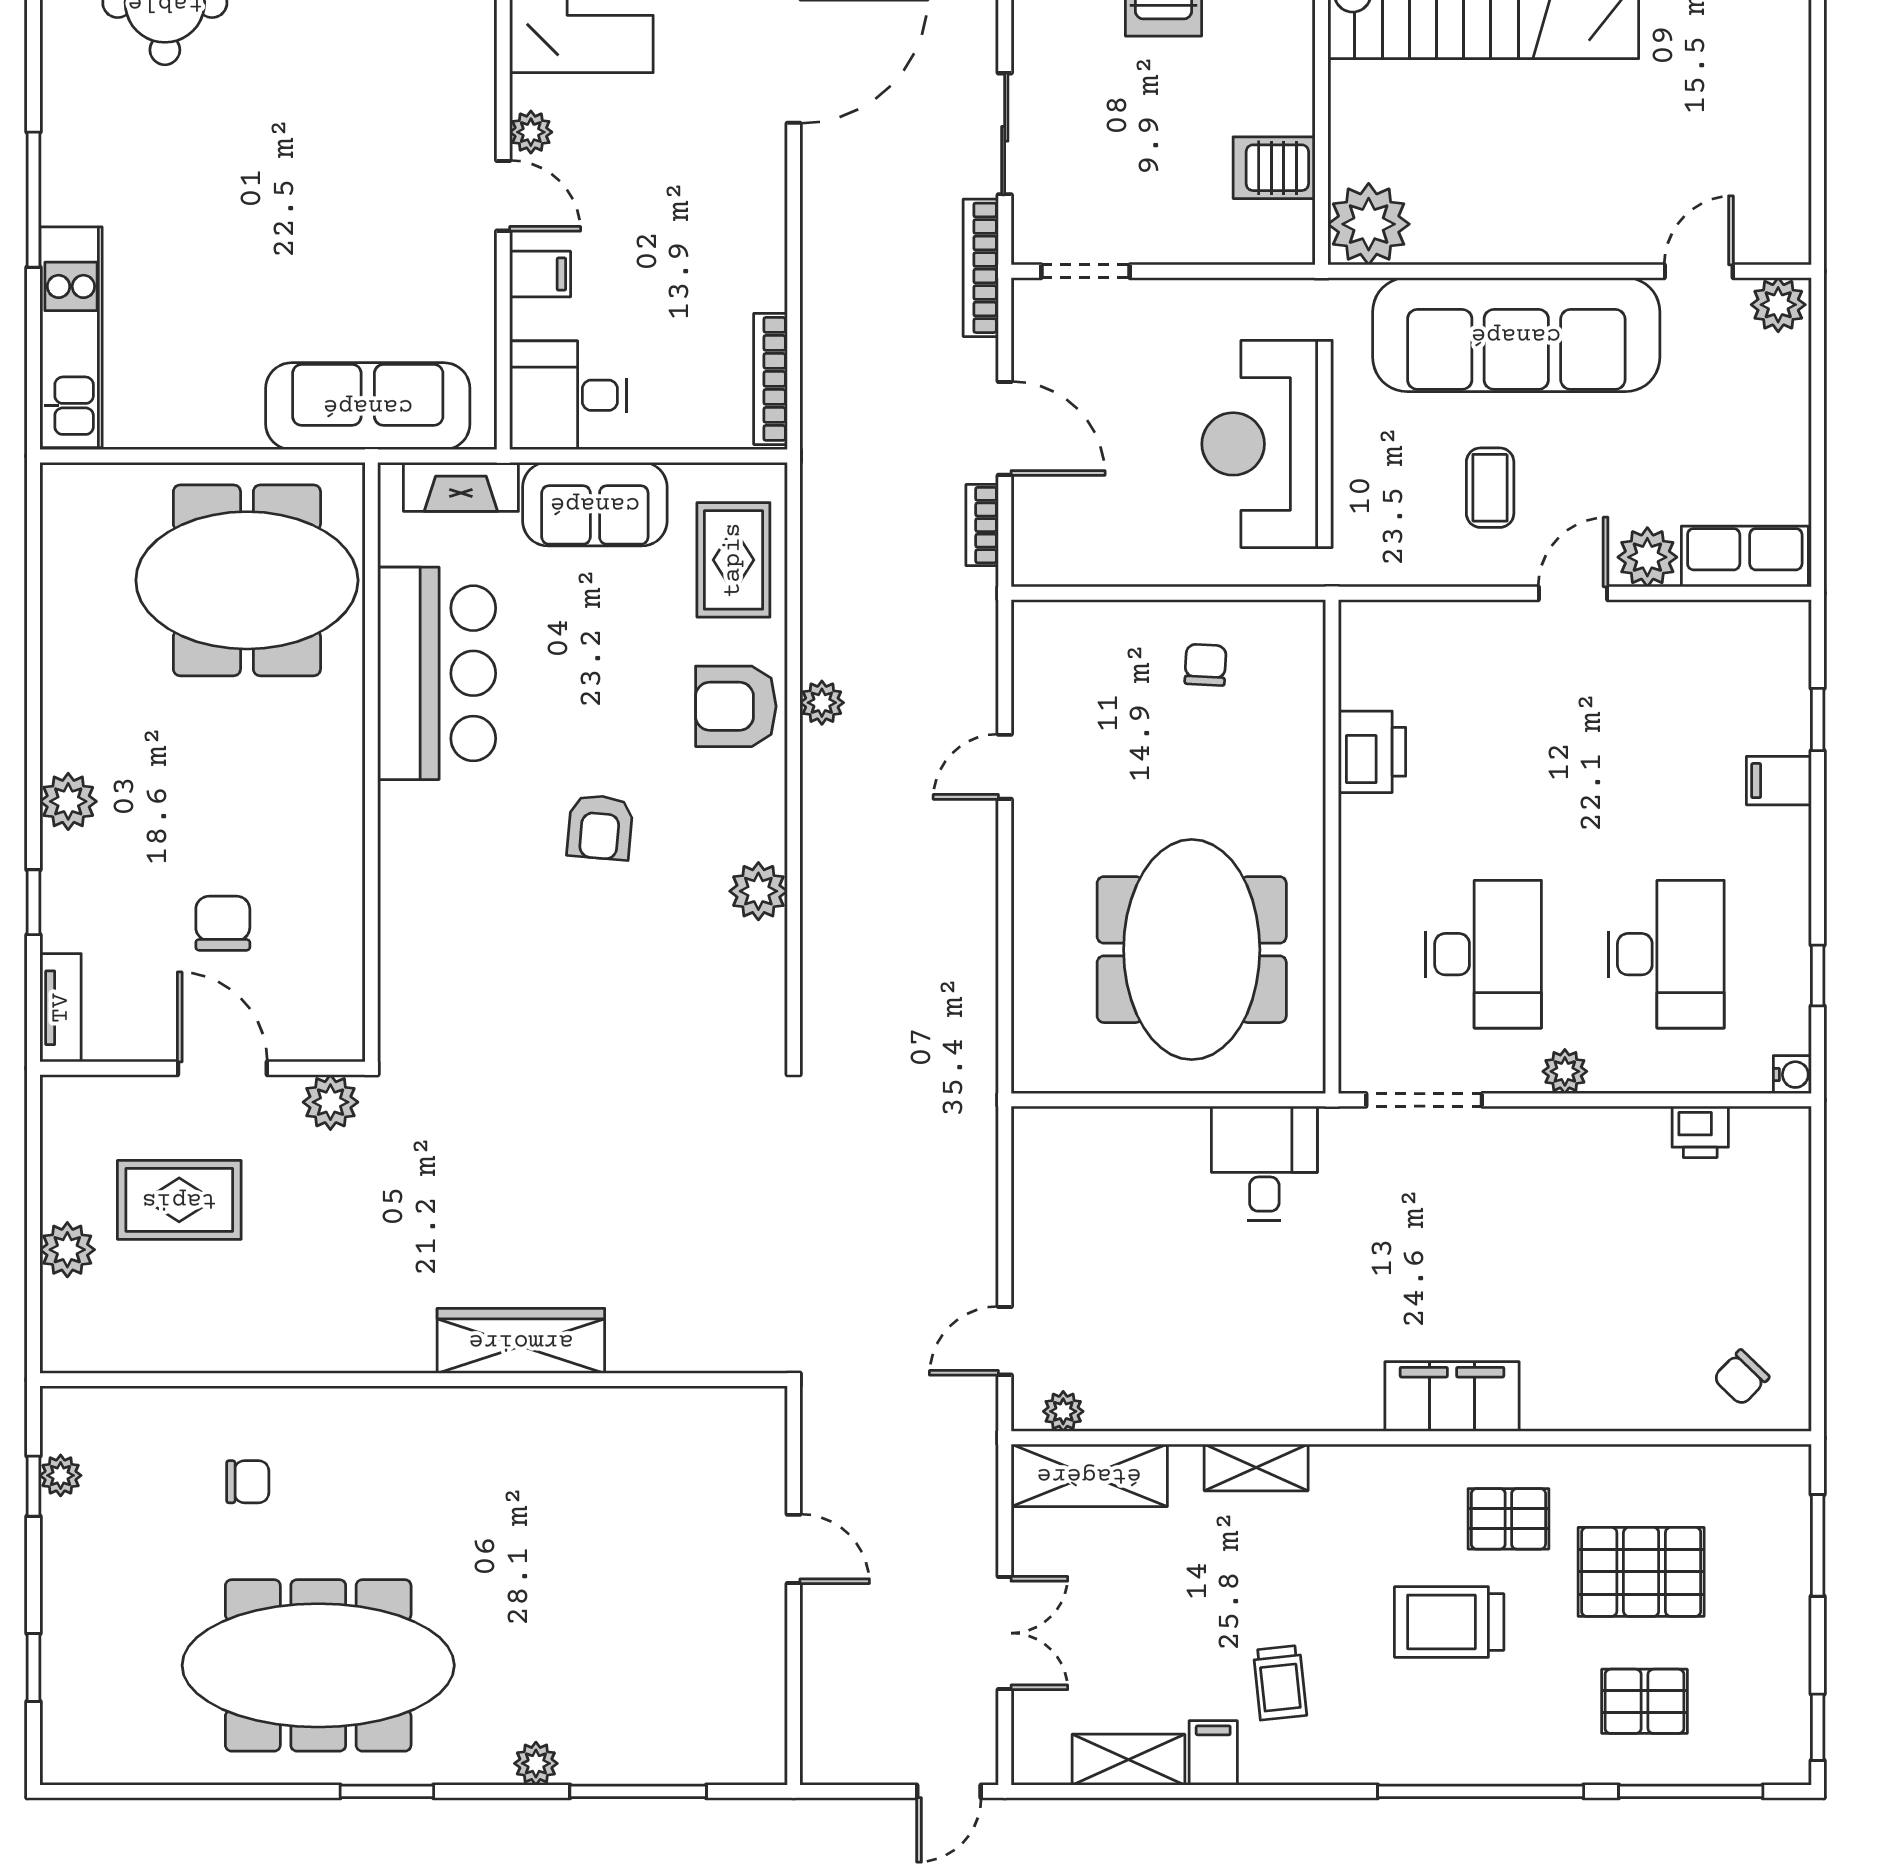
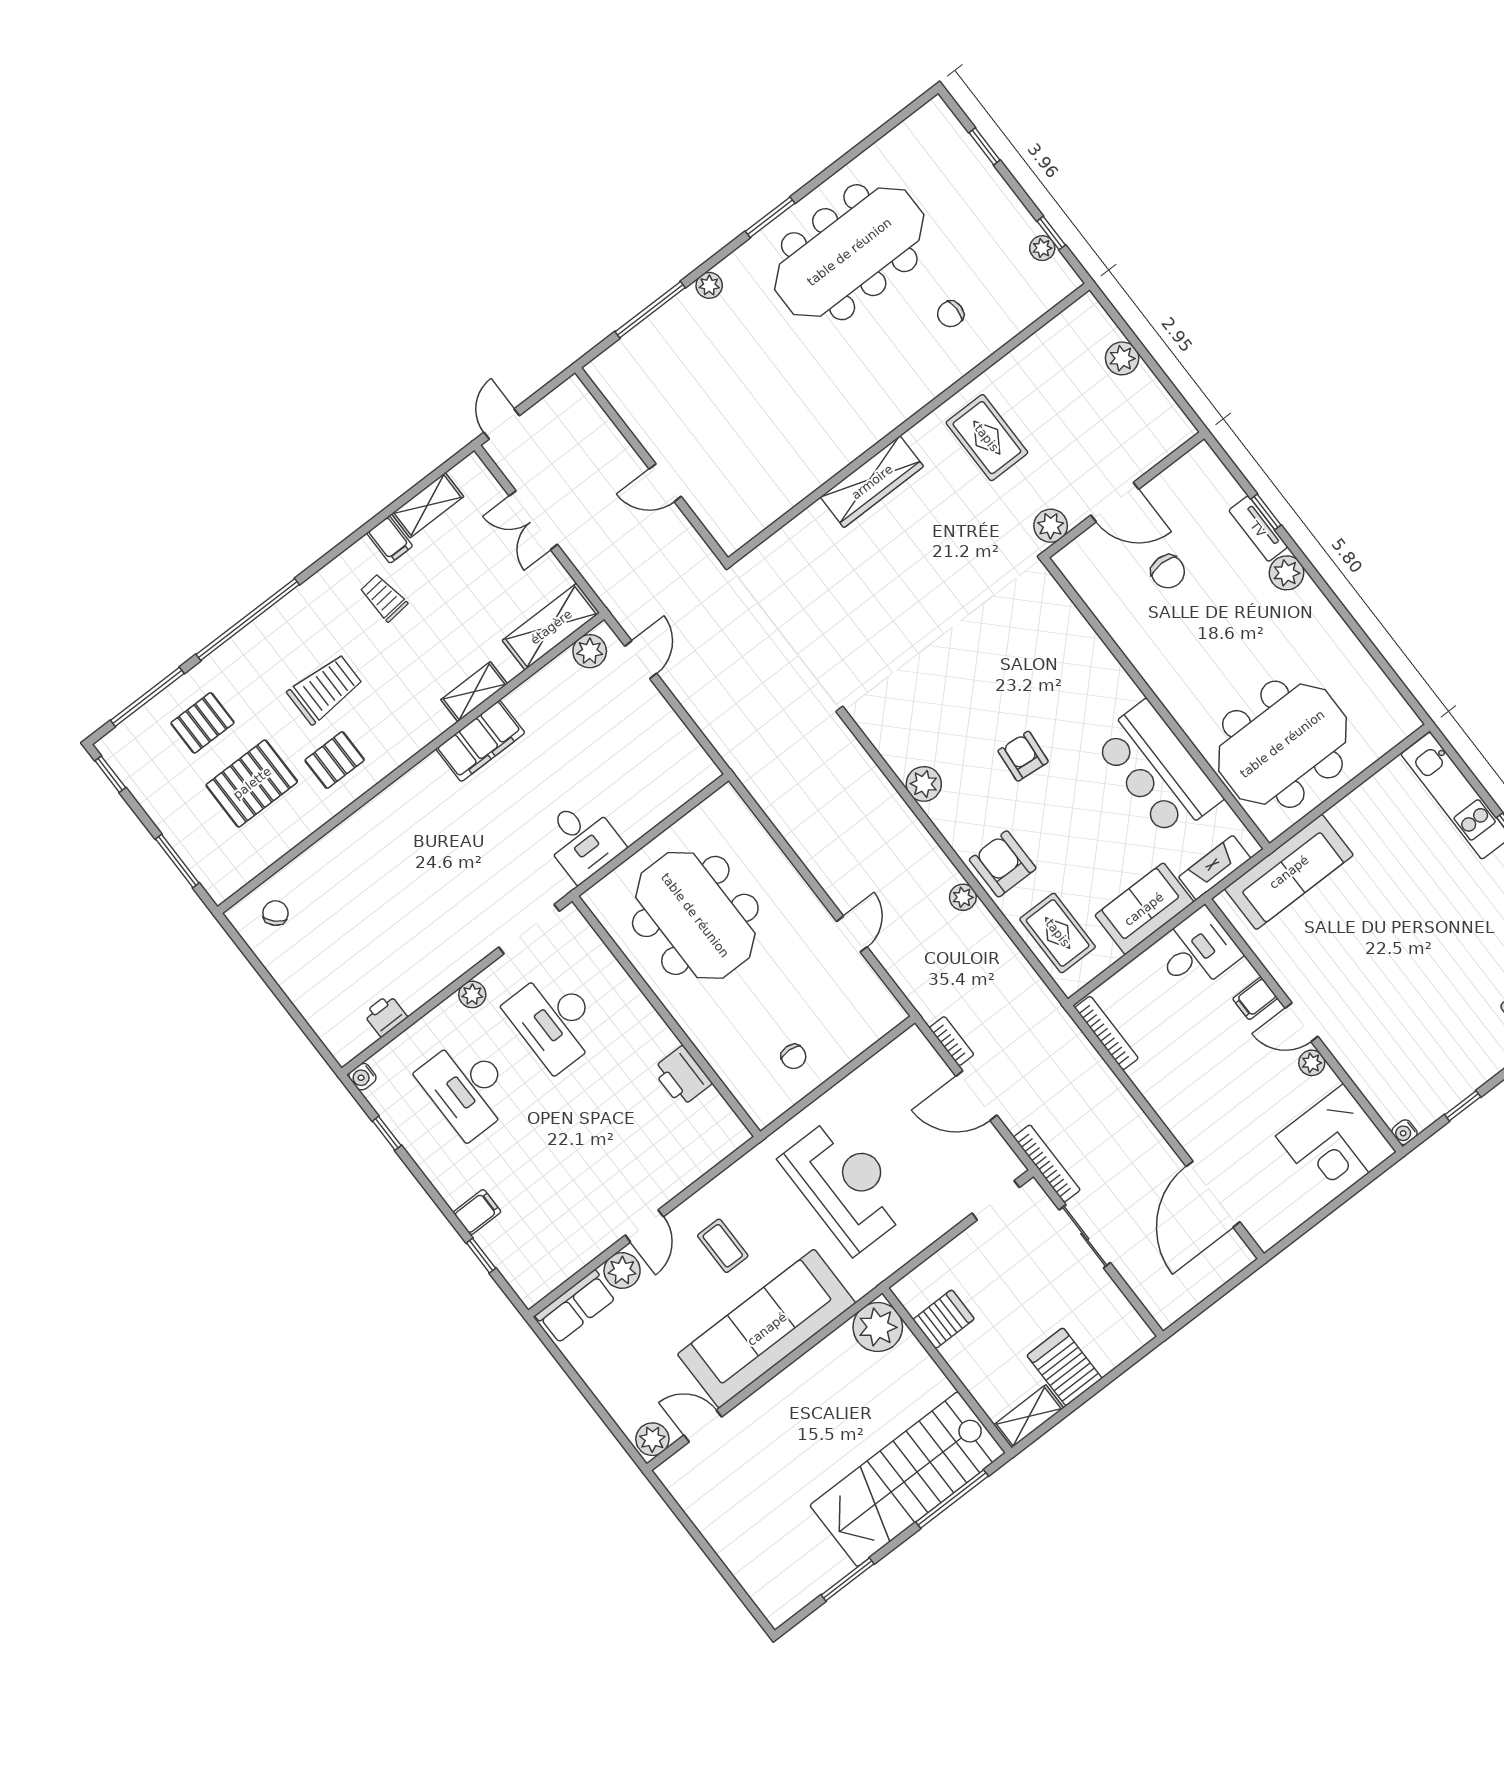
door: (1699, 271) -> (703, 1426), swing flipped
armchair: (736, 706) -> (1003, 864), turned -90
tv unit: (61, 1008) -> (1258, 529), moved
rug: (179, 1200) -> (987, 438), moved, turned 90
filing cabinet: (1452, 1397) -> (480, 741), moved
plant: (1063, 1411) -> (590, 651), width x1.38, depth x1.38

